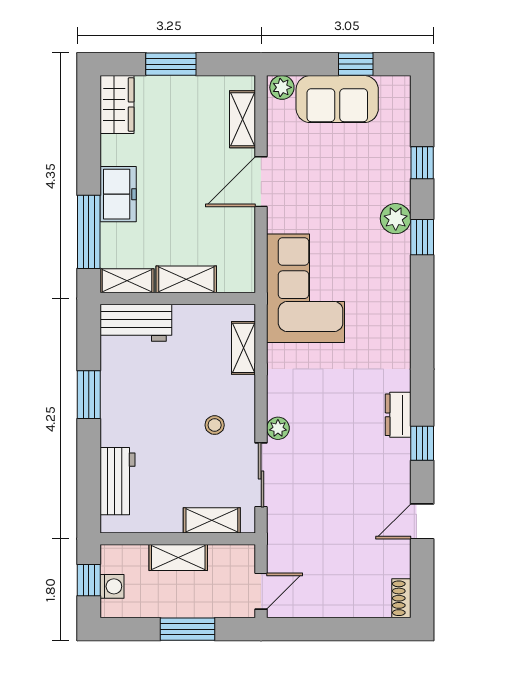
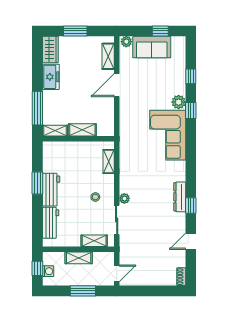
freezer: (118, 194) -> (51, 77), moved
corner sofa: (305, 288) -> (168, 135), moved, turned 180
workbench: (136, 323) -> (51, 190), moved, turned -90
dresser: (398, 415) -> (180, 197), width x1.44

